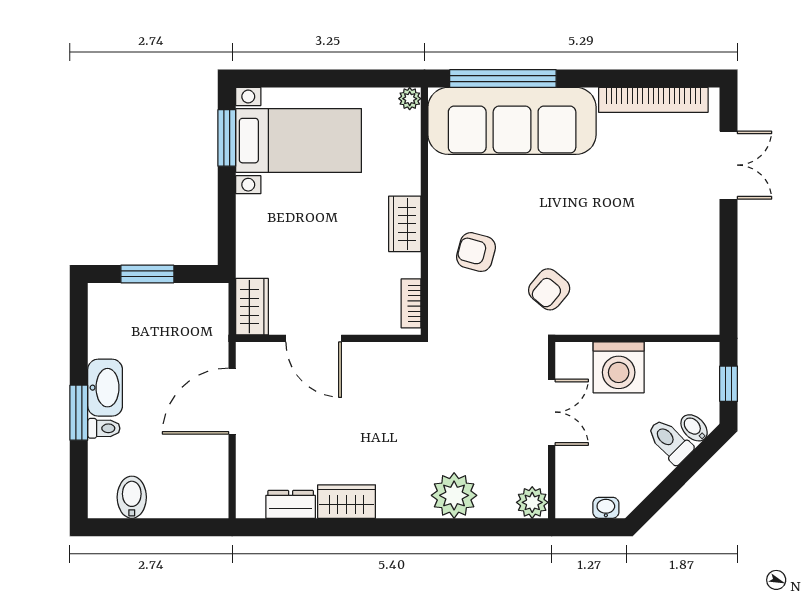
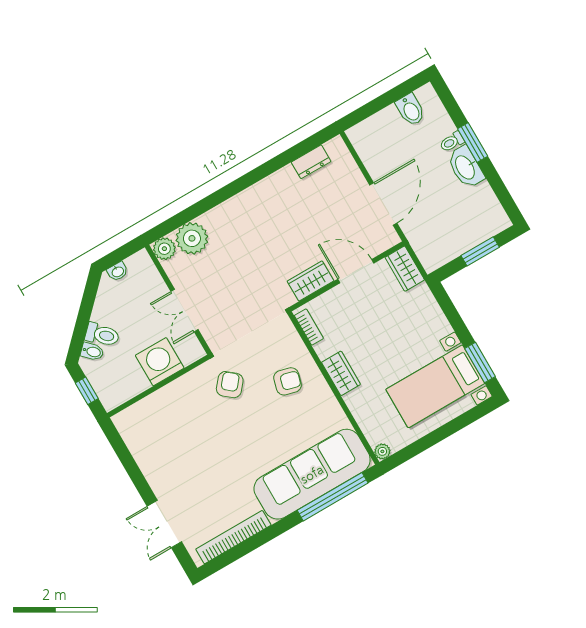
plant: (454, 495) -> (192, 238), moved
wardrobe: (347, 502) -> (311, 281), moved, turned 180

